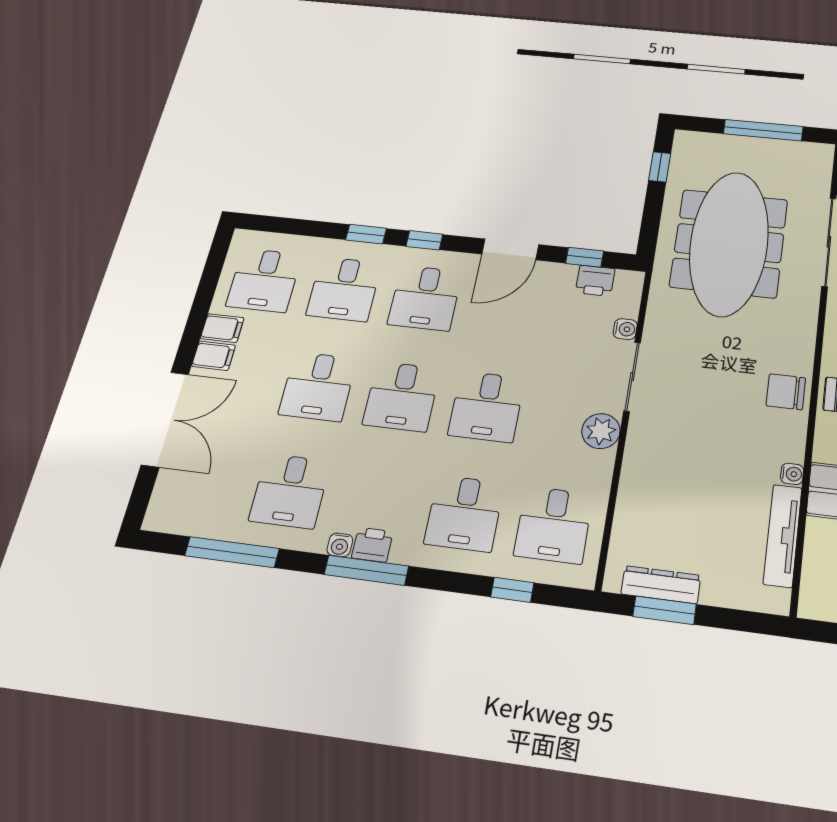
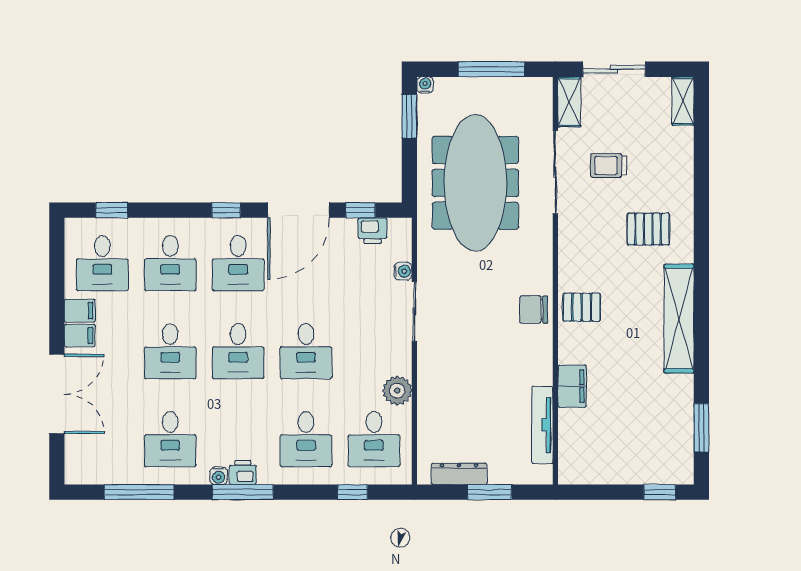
window: (660, 167) -> (409, 116), width x1.50
window: (366, 234) -> (112, 210), moved
door: (510, 249) -> (299, 210), width x1.36
plant: (601, 431) -> (397, 391), moved
water cooler: (792, 474) -> (425, 85), moved, turned -90
window: (665, 610) -> (489, 492), moved

